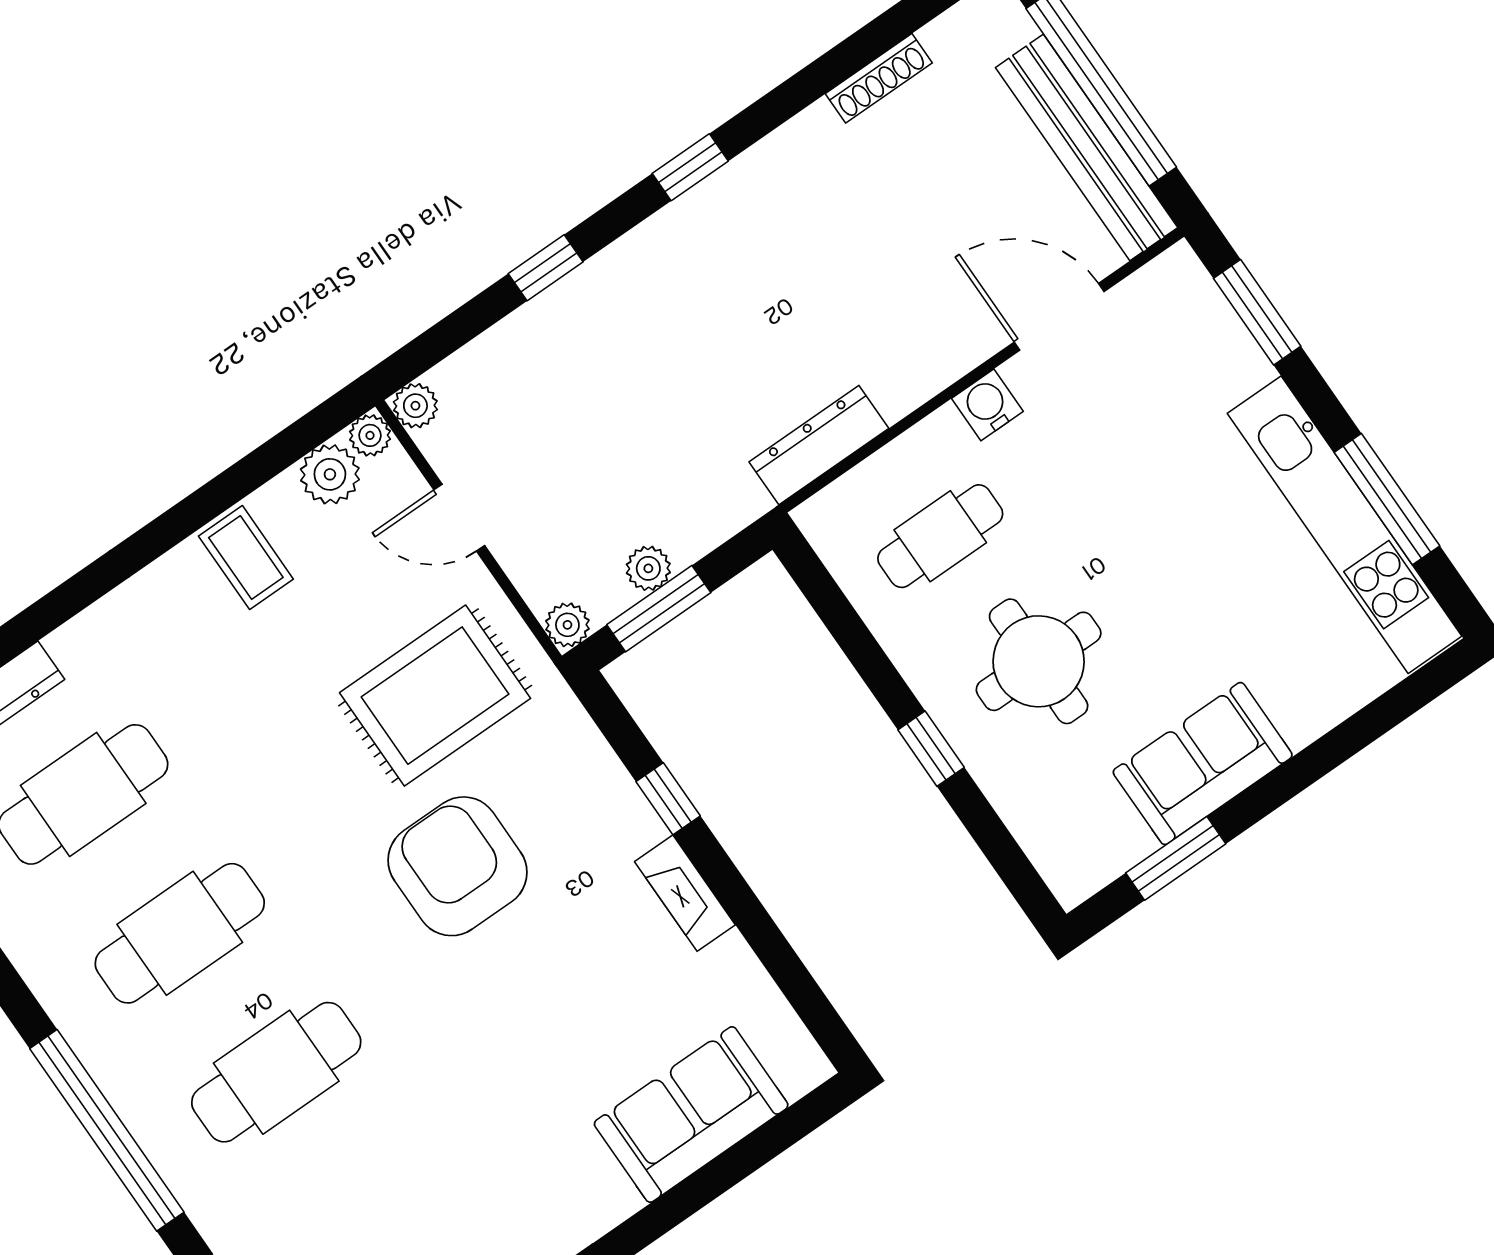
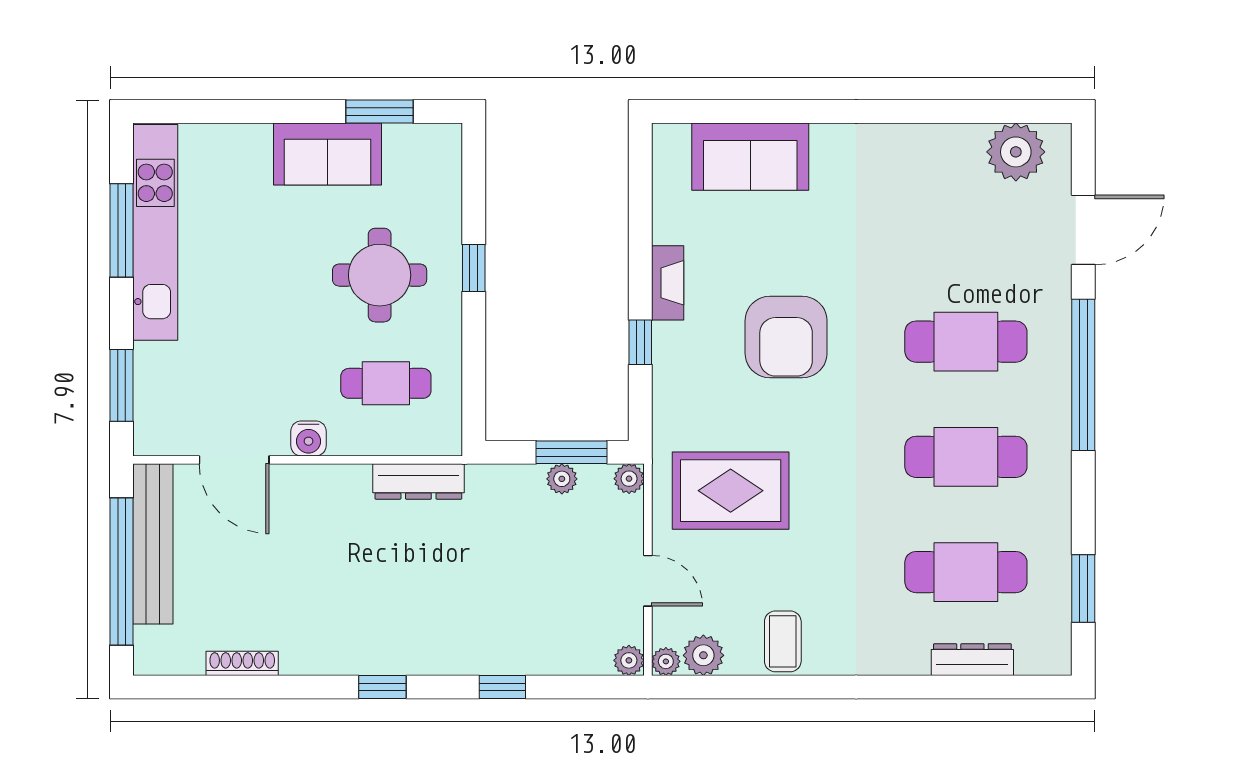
armchair: (458, 866) -> (786, 337), moved

